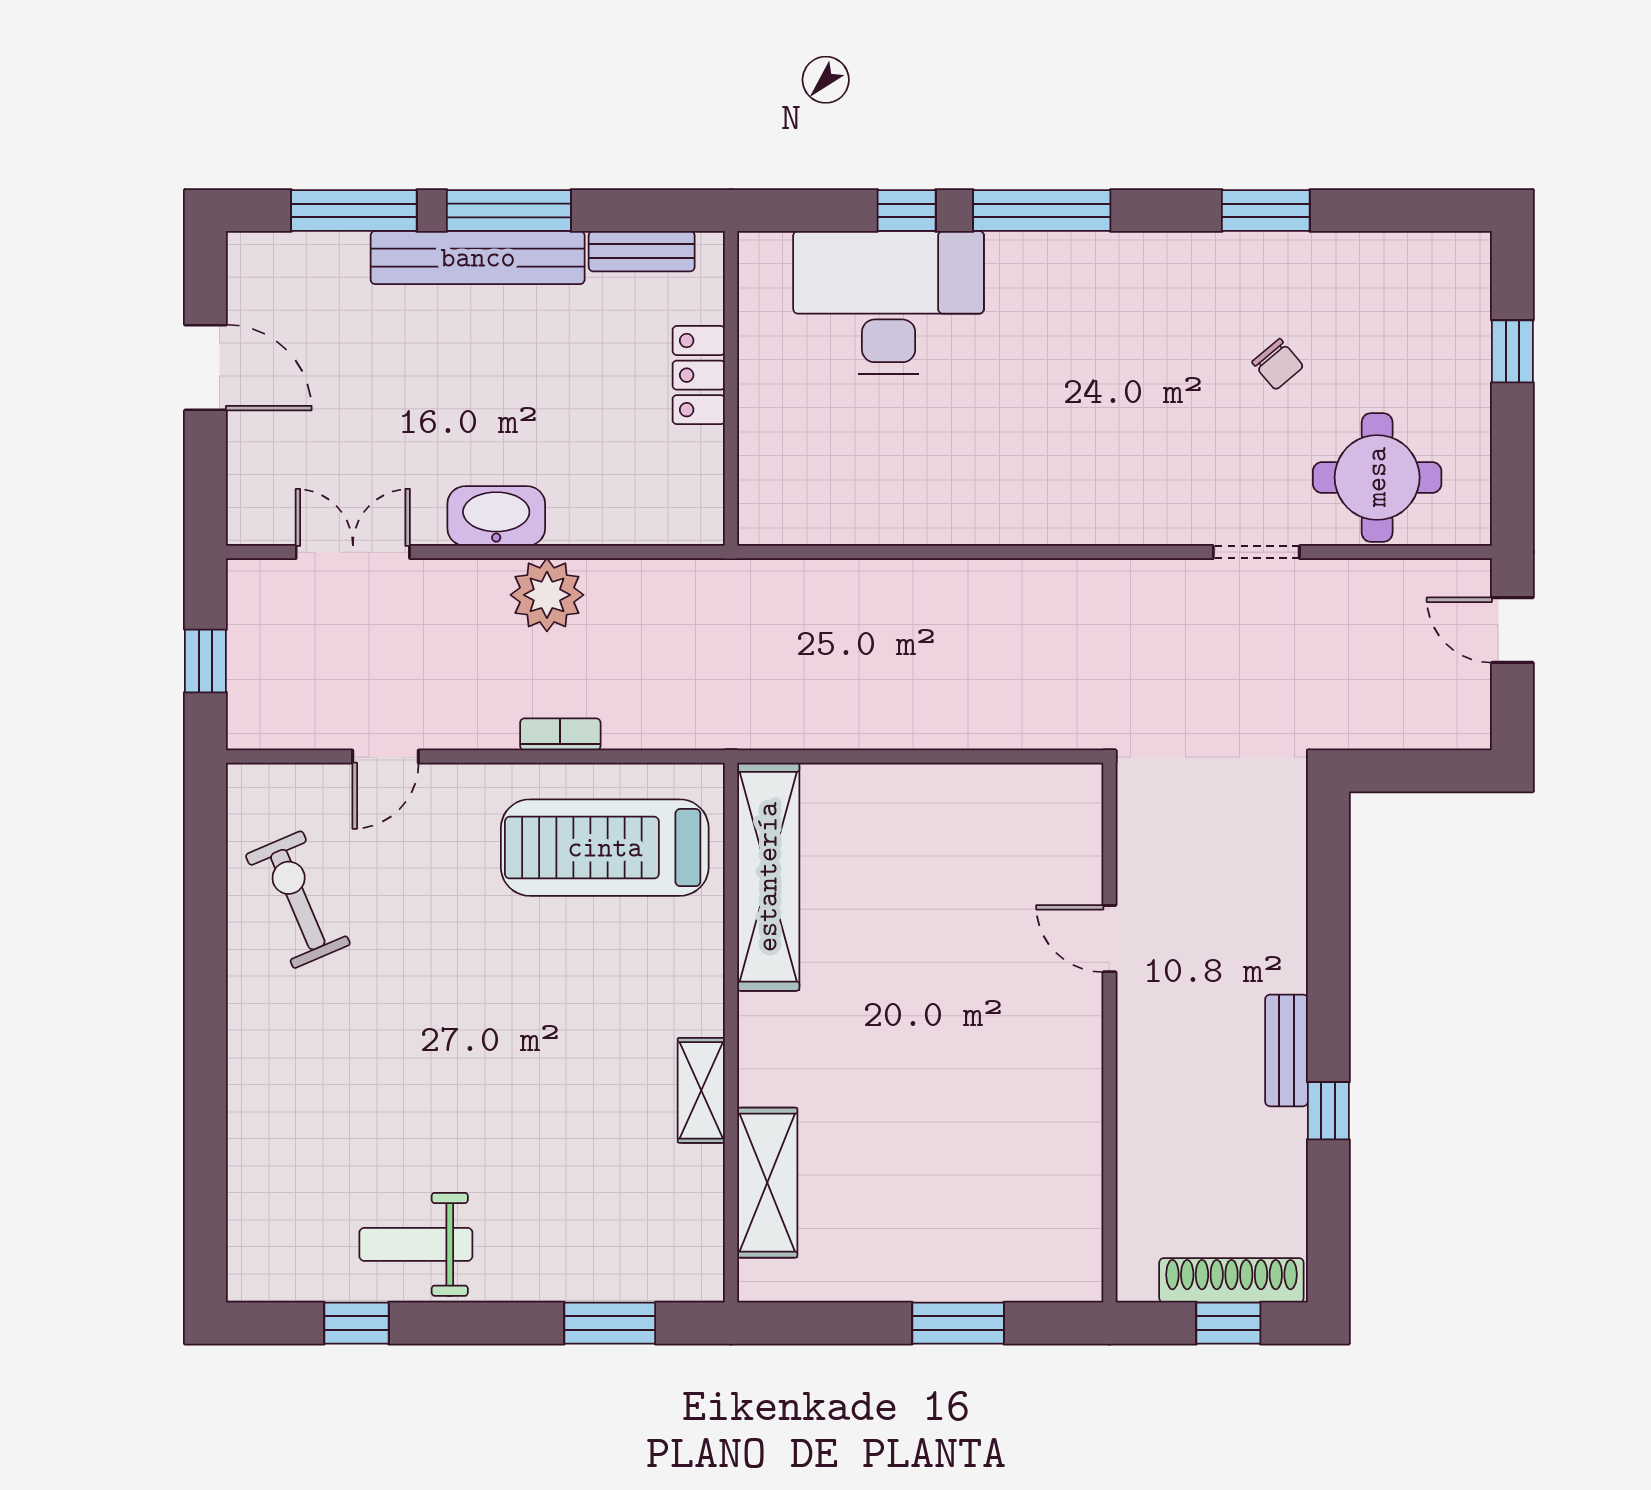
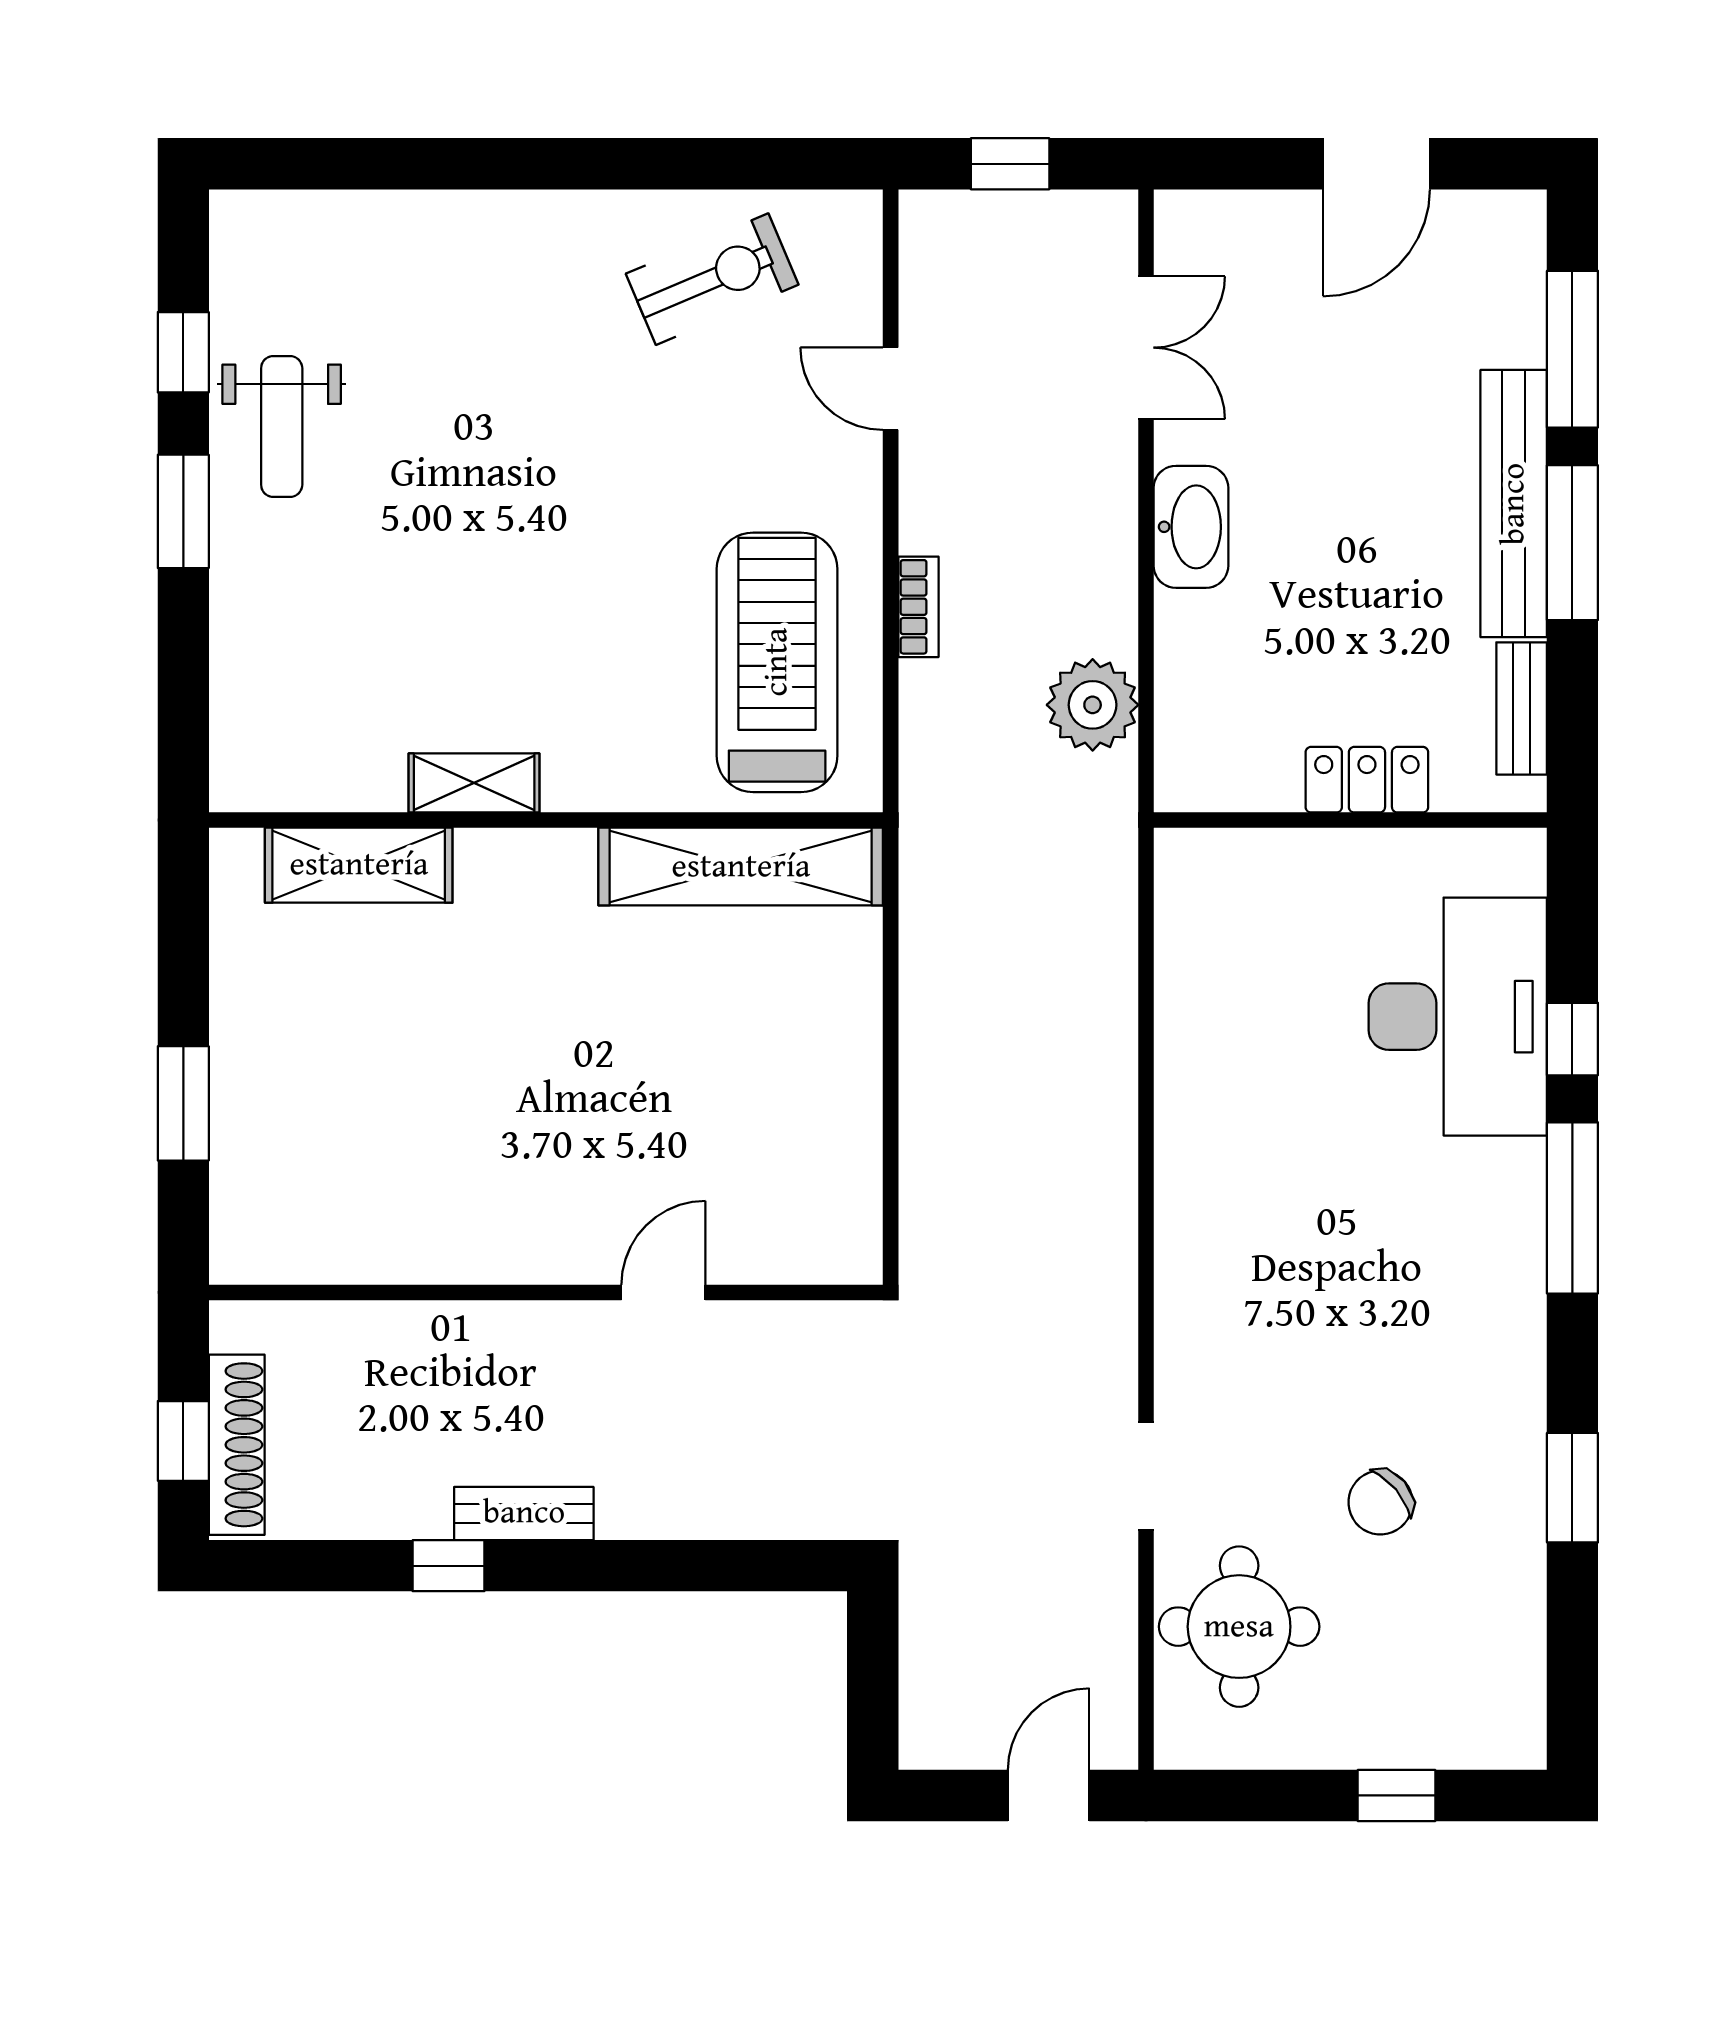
chair: (1278, 364) -> (1380, 1502), width x1.37, depth x1.37
plant: (547, 595) -> (1093, 705), moved
weight bench: (416, 1244) -> (282, 427), turned 180
window: (610, 1323) -> (183, 511), moved

